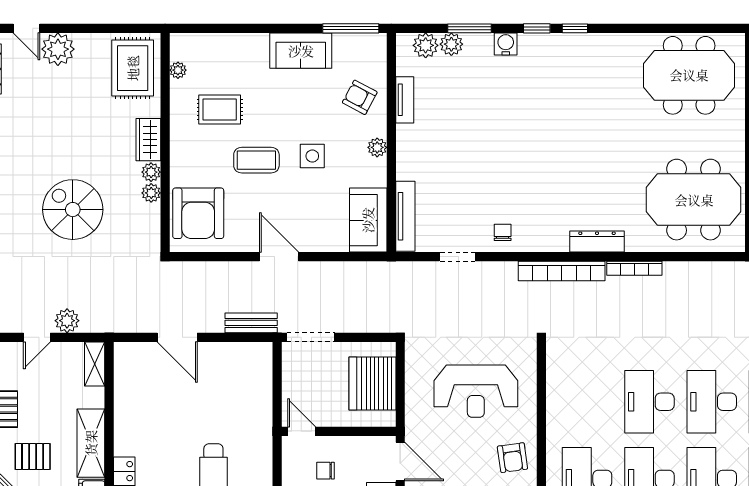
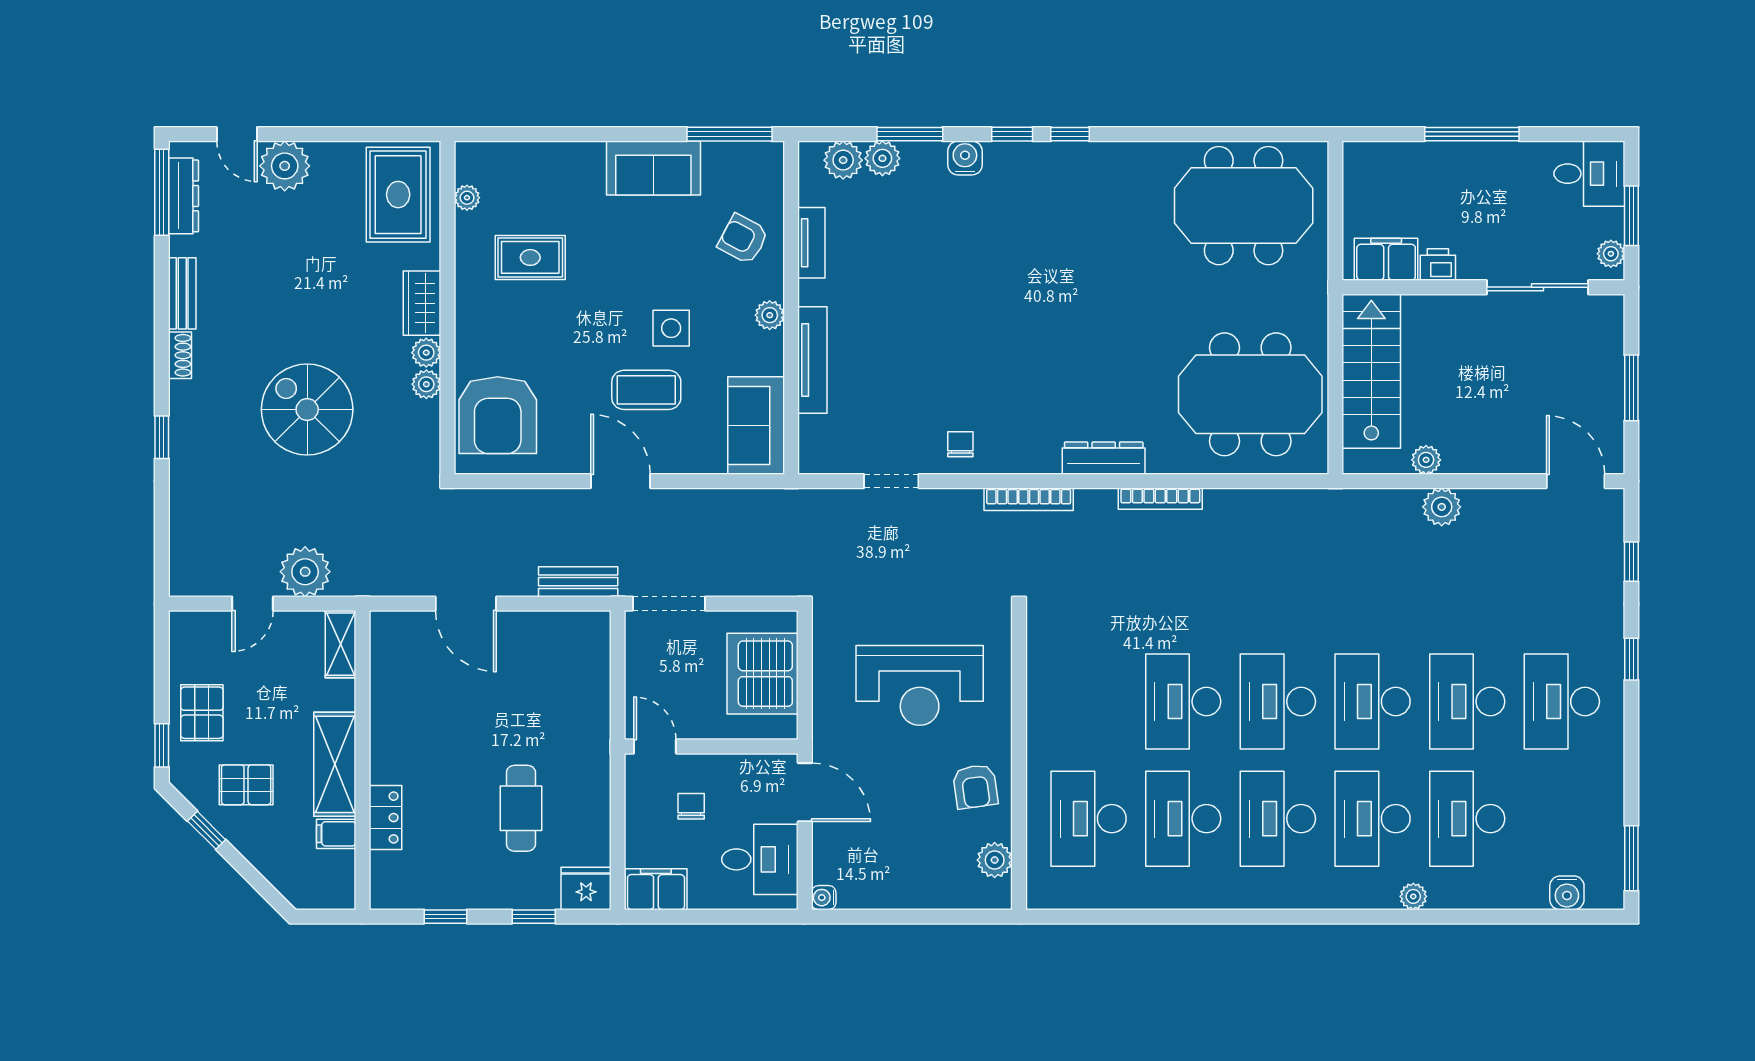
coffee table: (256, 160) -> (646, 390), moved
tv unit: (405, 216) -> (812, 360), moved
bookcase: (562, 271) -> (1029, 499), width x0.68, depth x0.76
plant: (67, 321) -> (305, 572), width x1.36, depth x1.36
chair: (326, 471) -> (691, 806), turned 90

